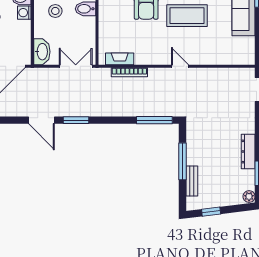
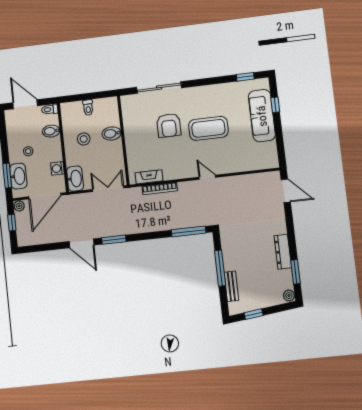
washing machine: (24, 13) -> (57, 168), moved

